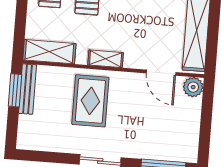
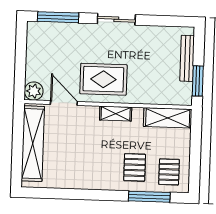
bench: (27, 89) -> (187, 58), moved
rug: (90, 101) -> (103, 79), moved, turned 90

